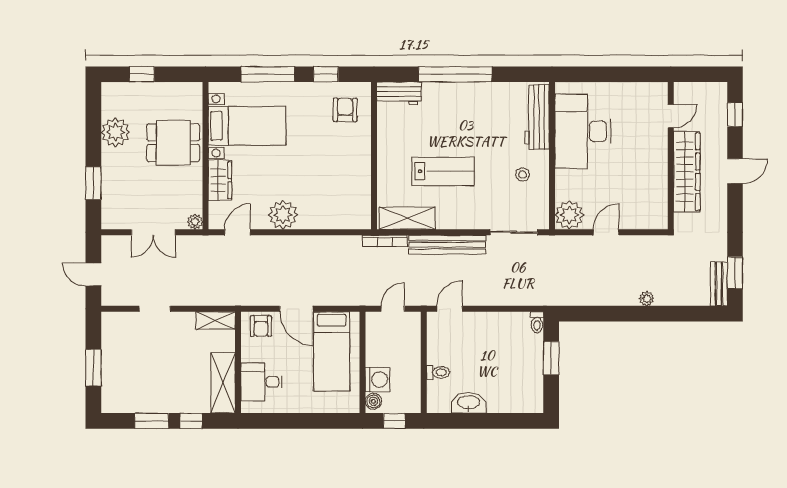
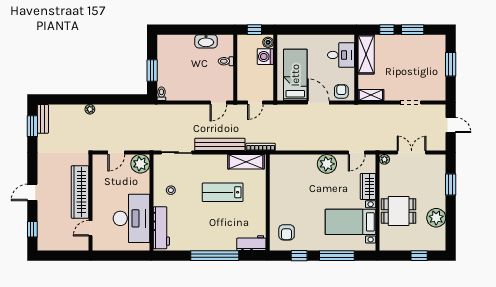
door: (671, 116) -> (90, 228), moved
wall: (671, 156) -> (90, 202), moved
wardrobe: (687, 172) -> (80, 192), moved

